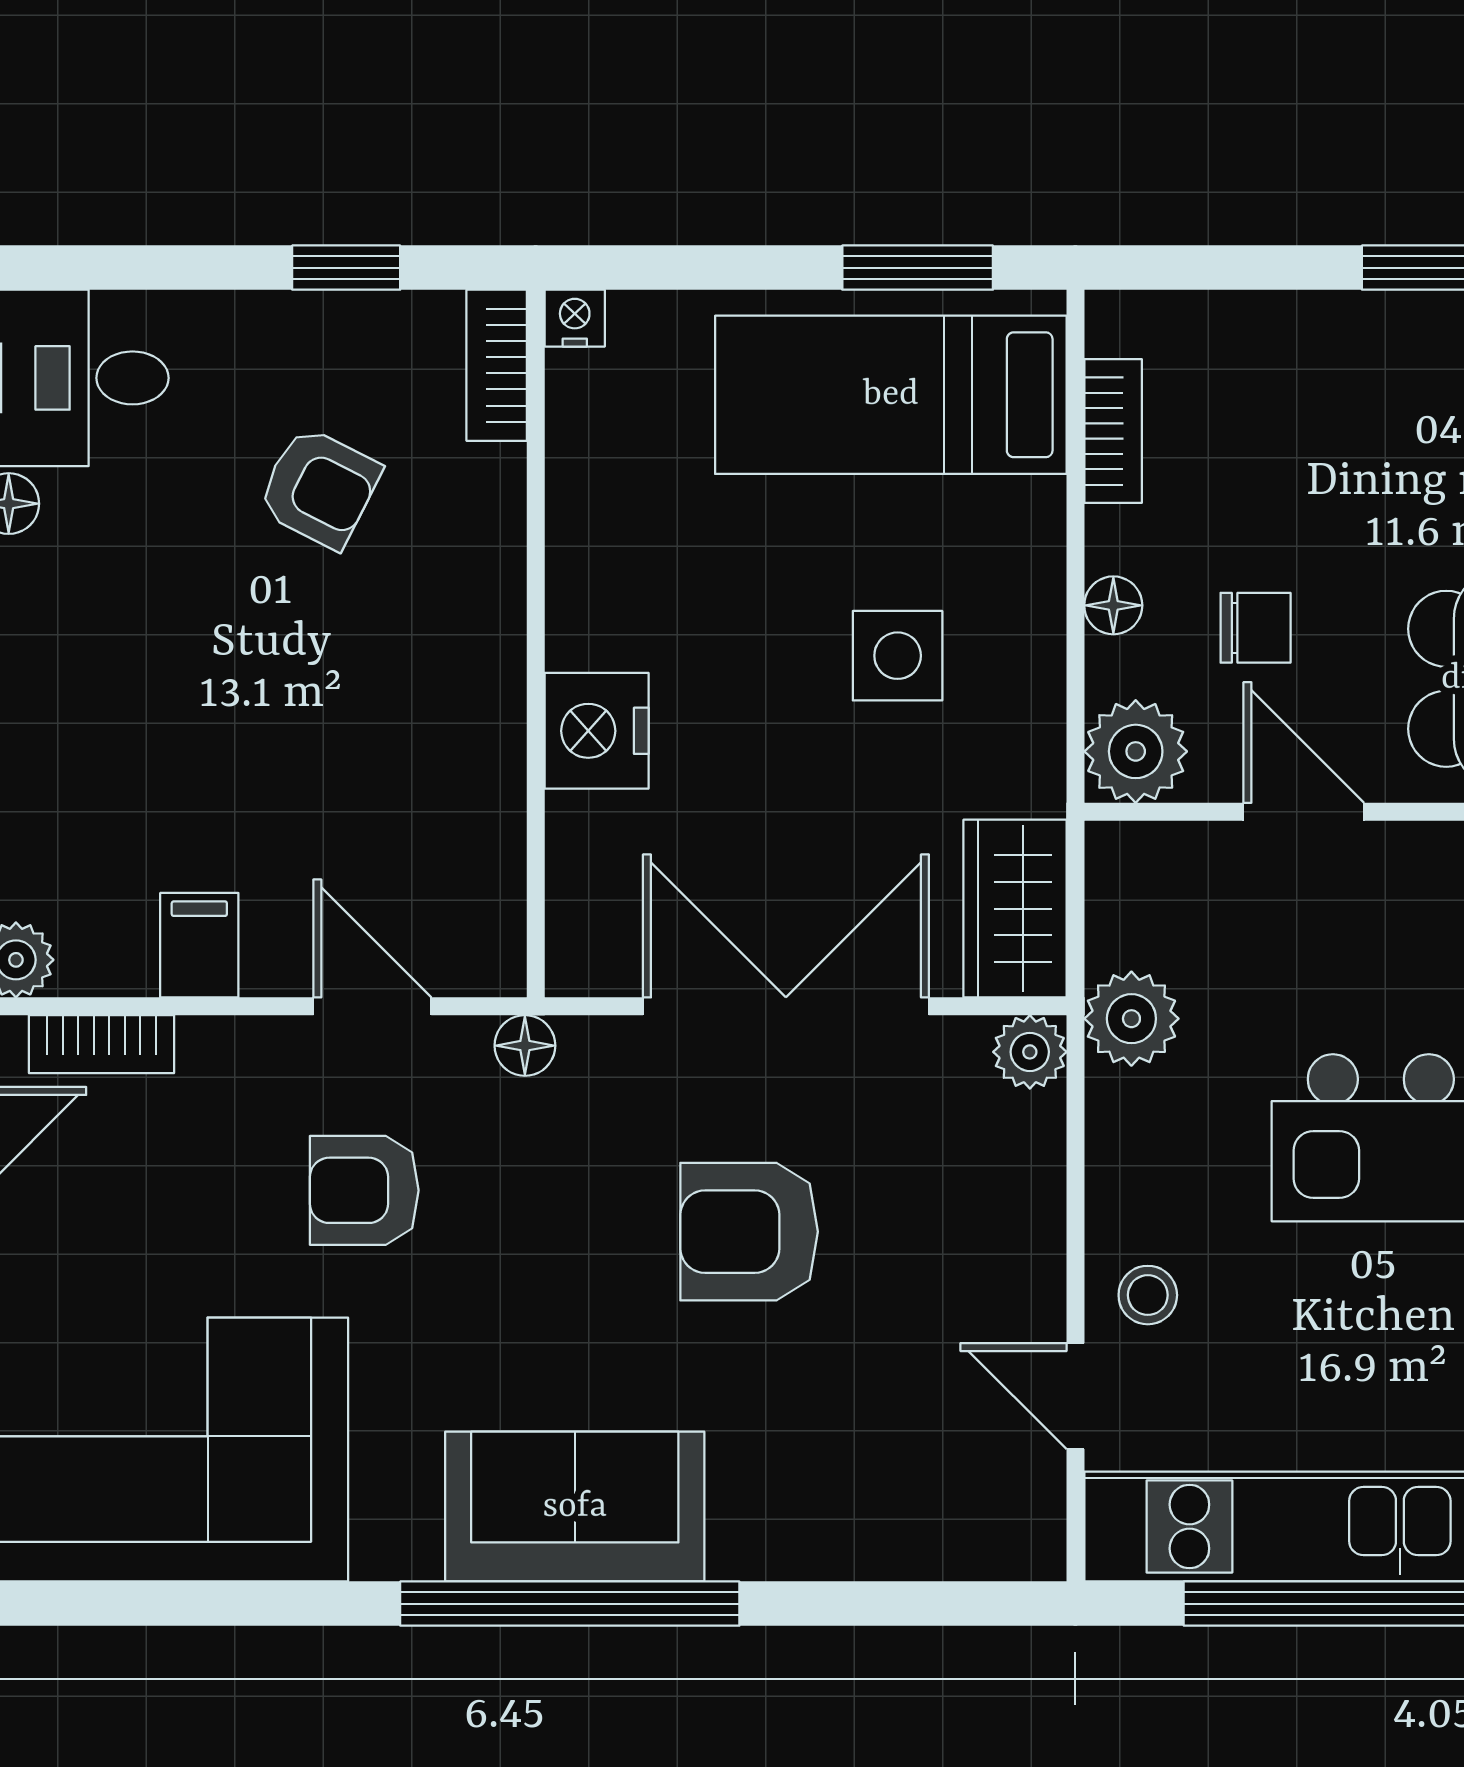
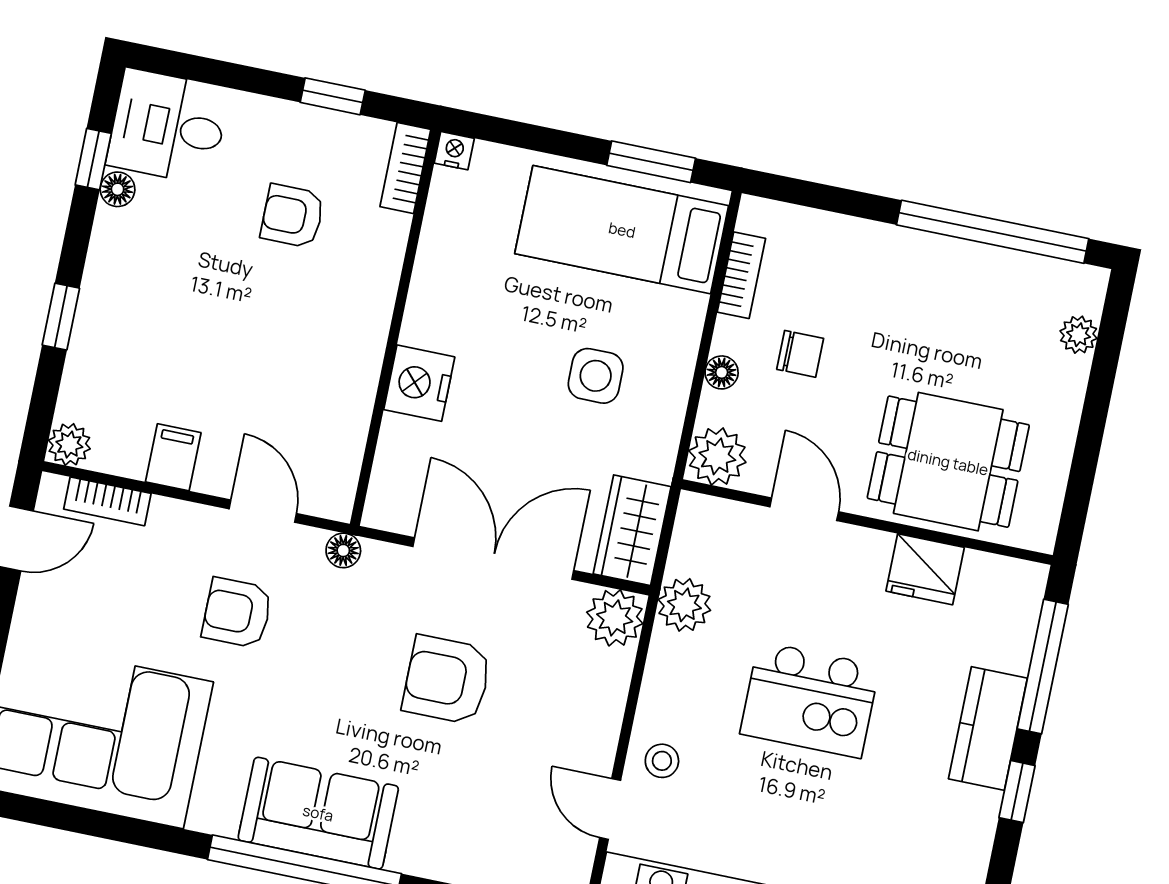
armchair: (319, 488) -> (292, 216), turned 153
chair: (1256, 628) -> (800, 354), moved
plant: (1030, 1052) -> (615, 618), width x1.38, depth x1.38

